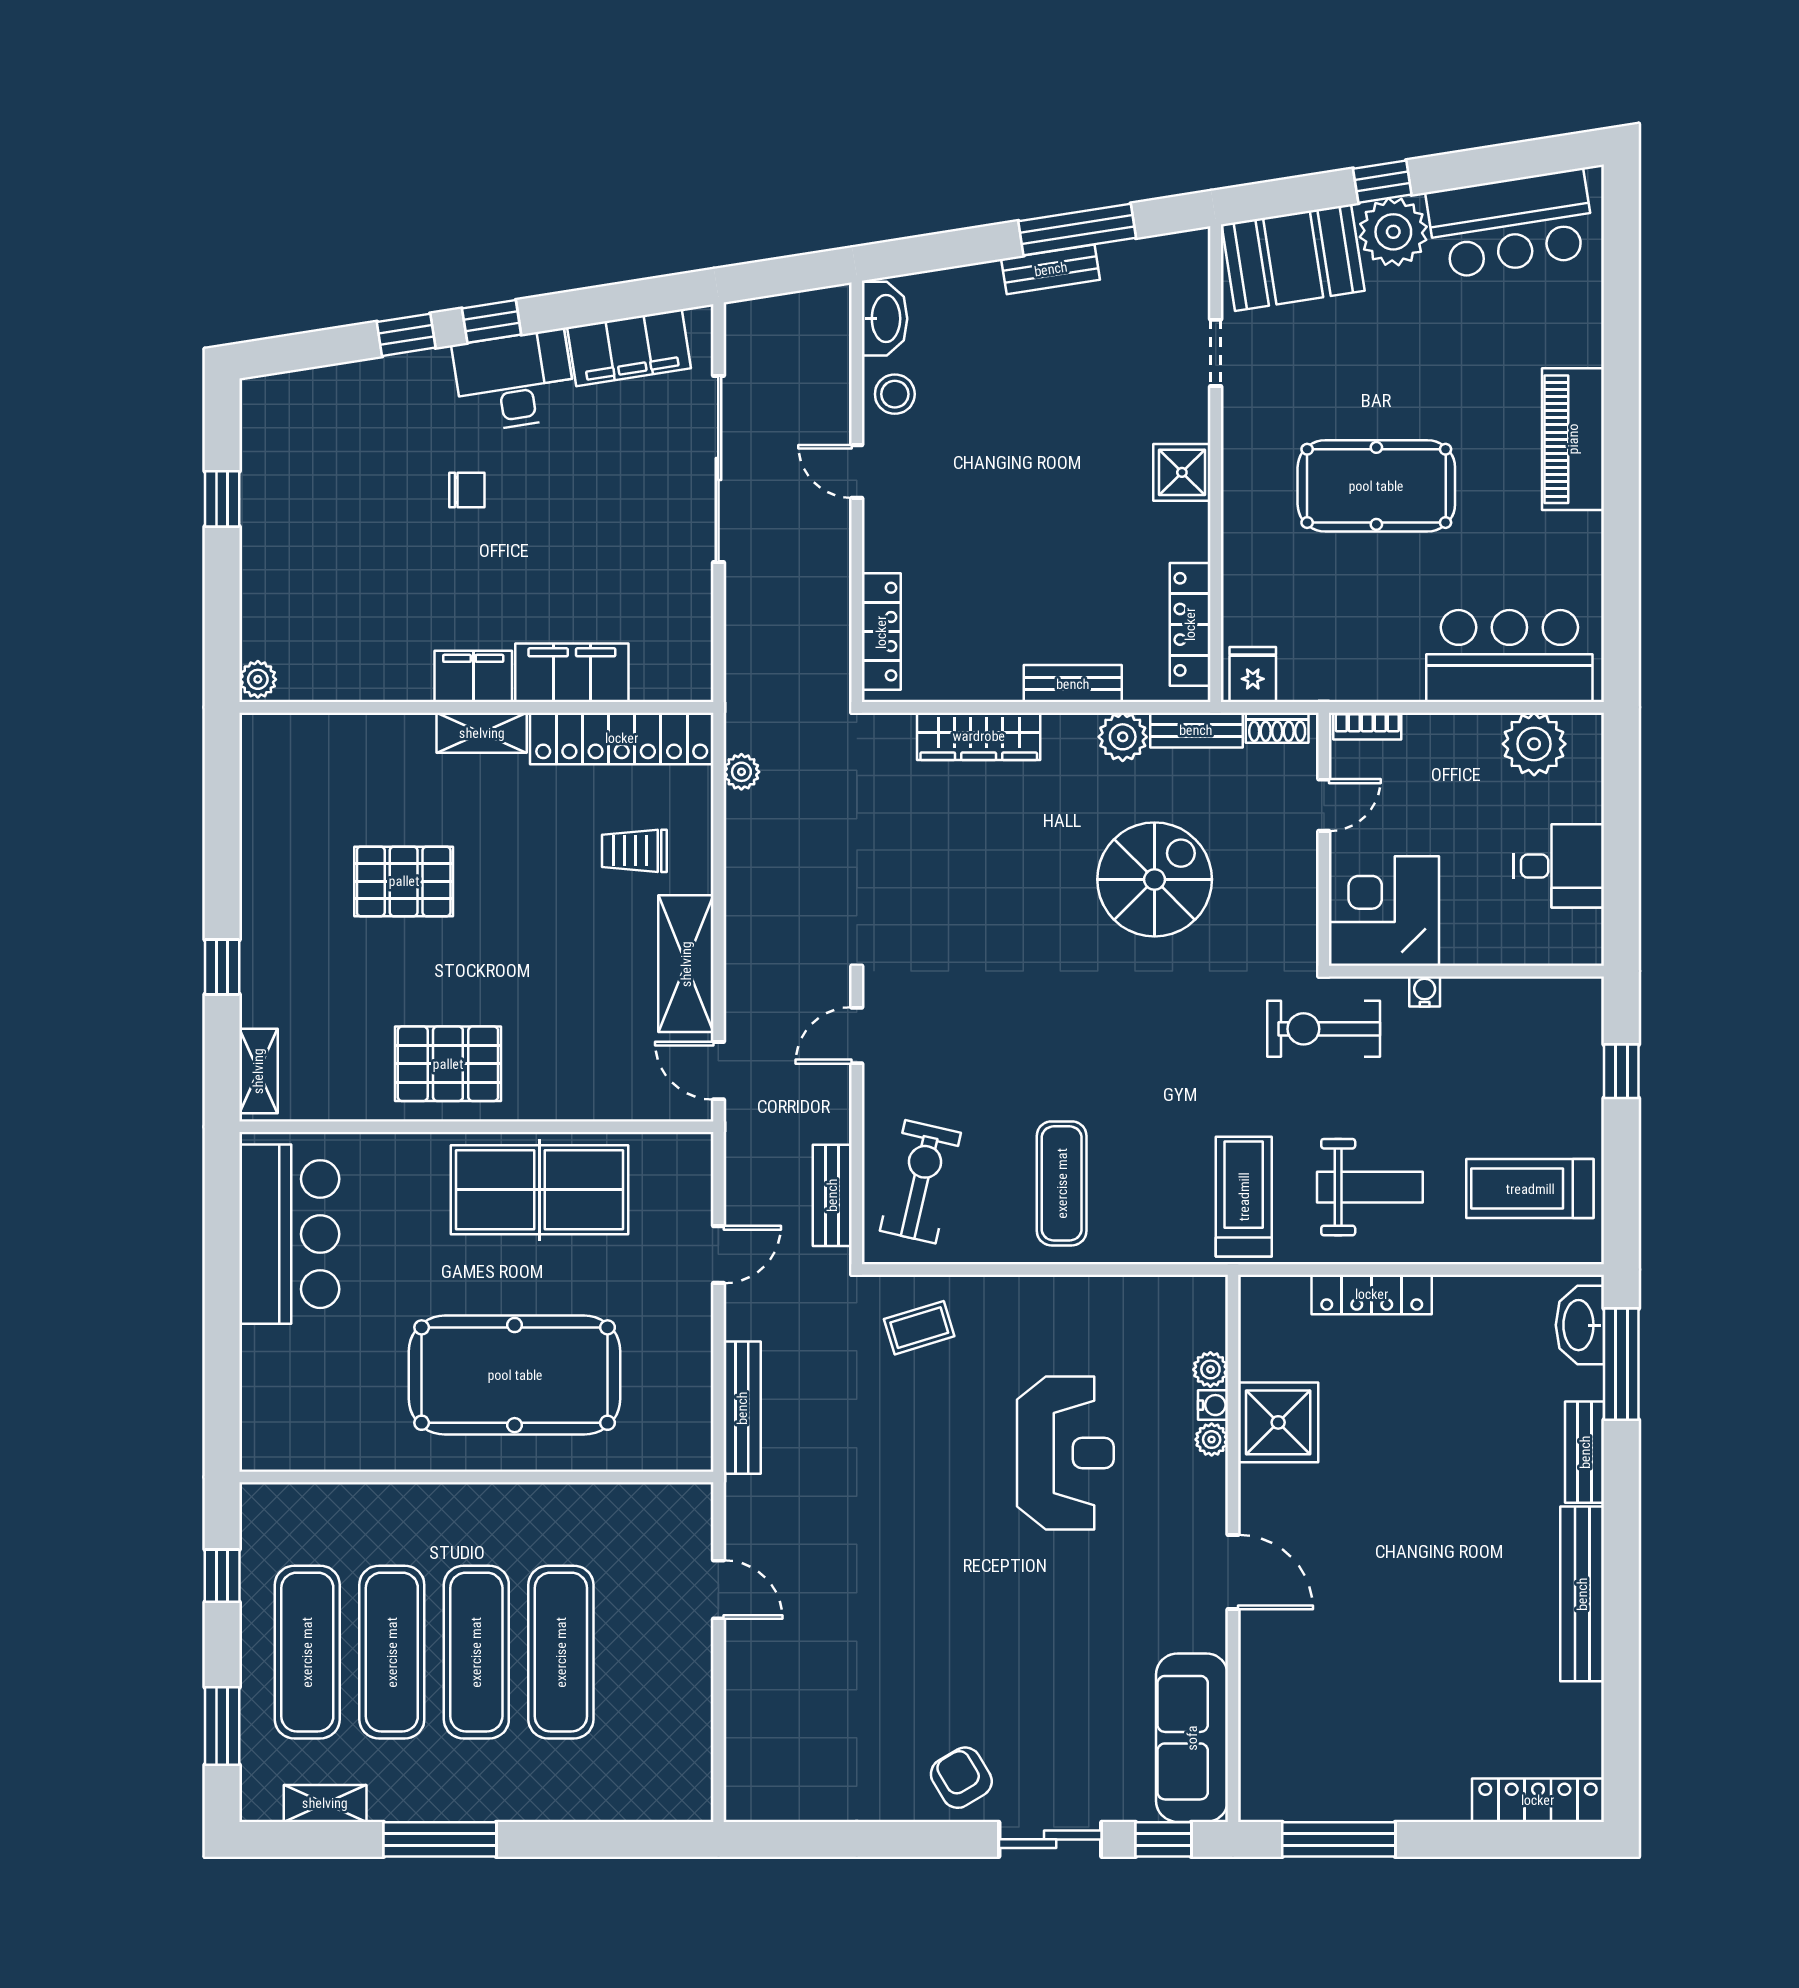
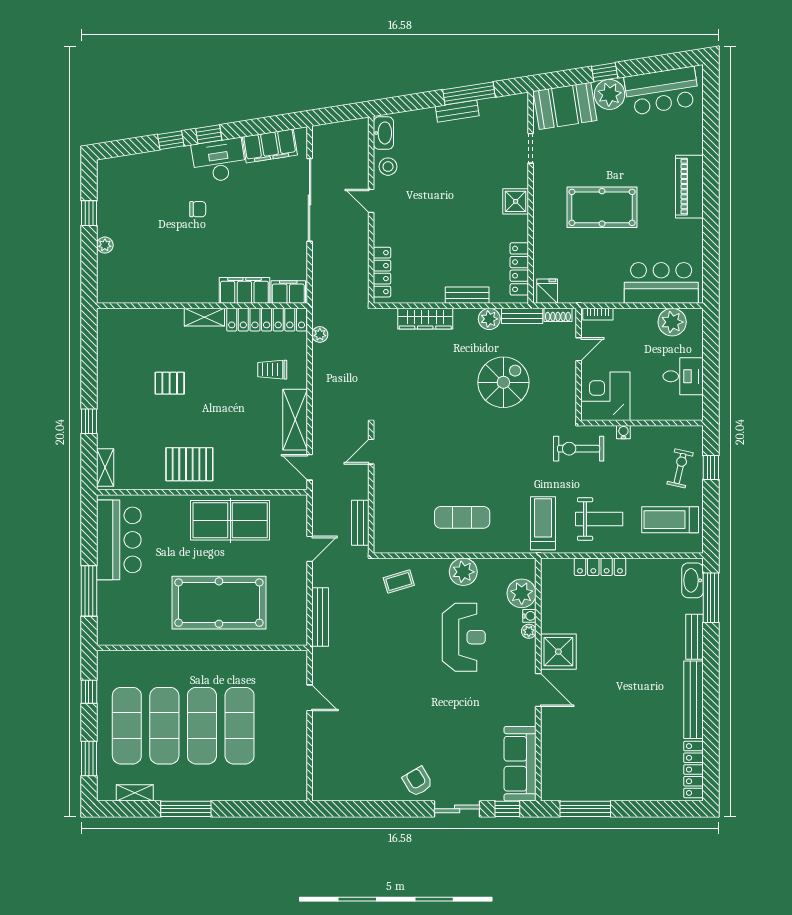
filing cabinet: (473, 676) -> (288, 292), moved
plant: (258, 679) -> (105, 245), moved
pallet: (404, 881) -> (170, 383), width x0.67, depth x0.71
exercise bike: (920, 1182) -> (680, 468), moved, width x0.73, depth x0.72
exercise mat: (1062, 1183) -> (462, 517), turned 90
plant: (1064, 1306) -> (463, 572), added
window: (222, 1349) -> (89, 591), added
plant: (1210, 1369) -> (522, 593), width x1.88, depth x1.88
shower: (1278, 1422) -> (558, 652), moved
locker: (1538, 1800) -> (693, 770), moved, turned -90

